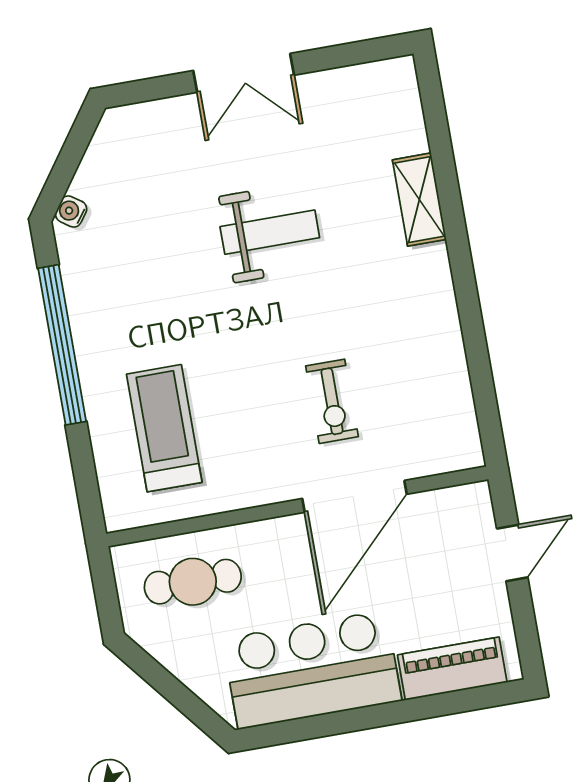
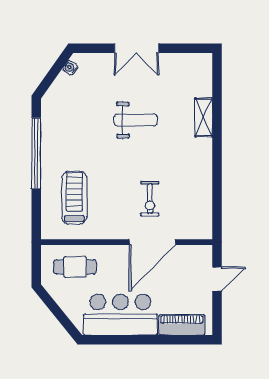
water cooler: (71, 212) -> (70, 68), moved

